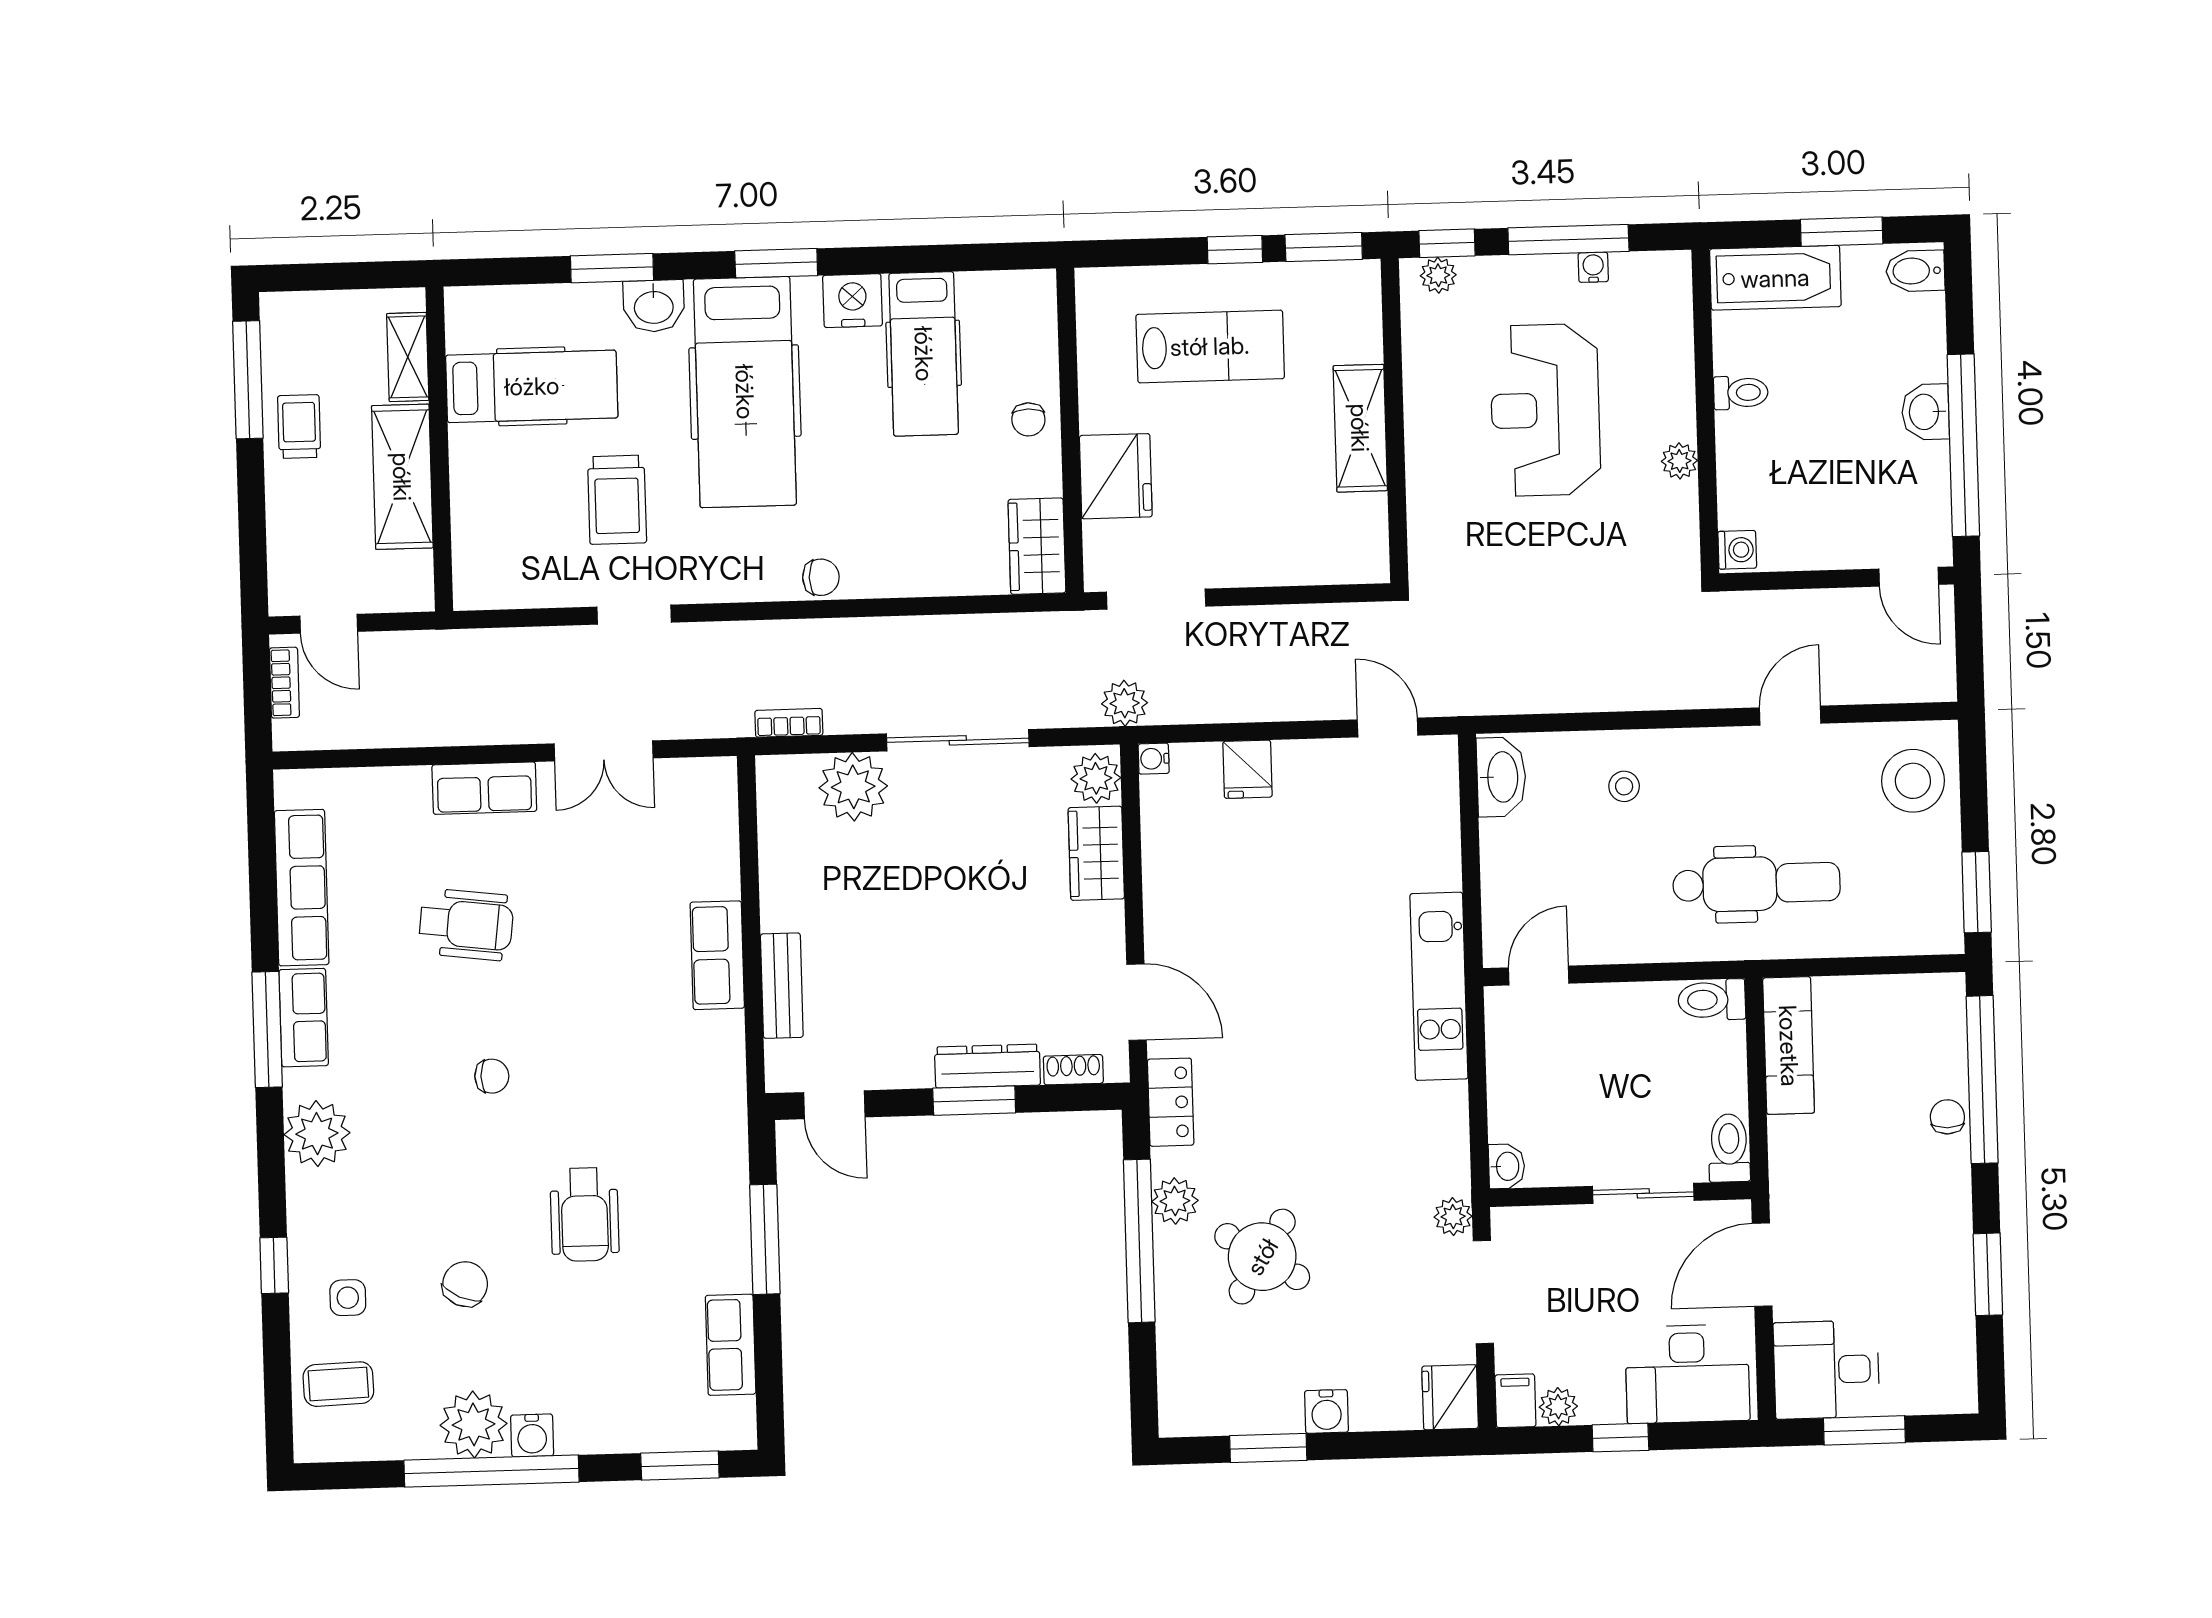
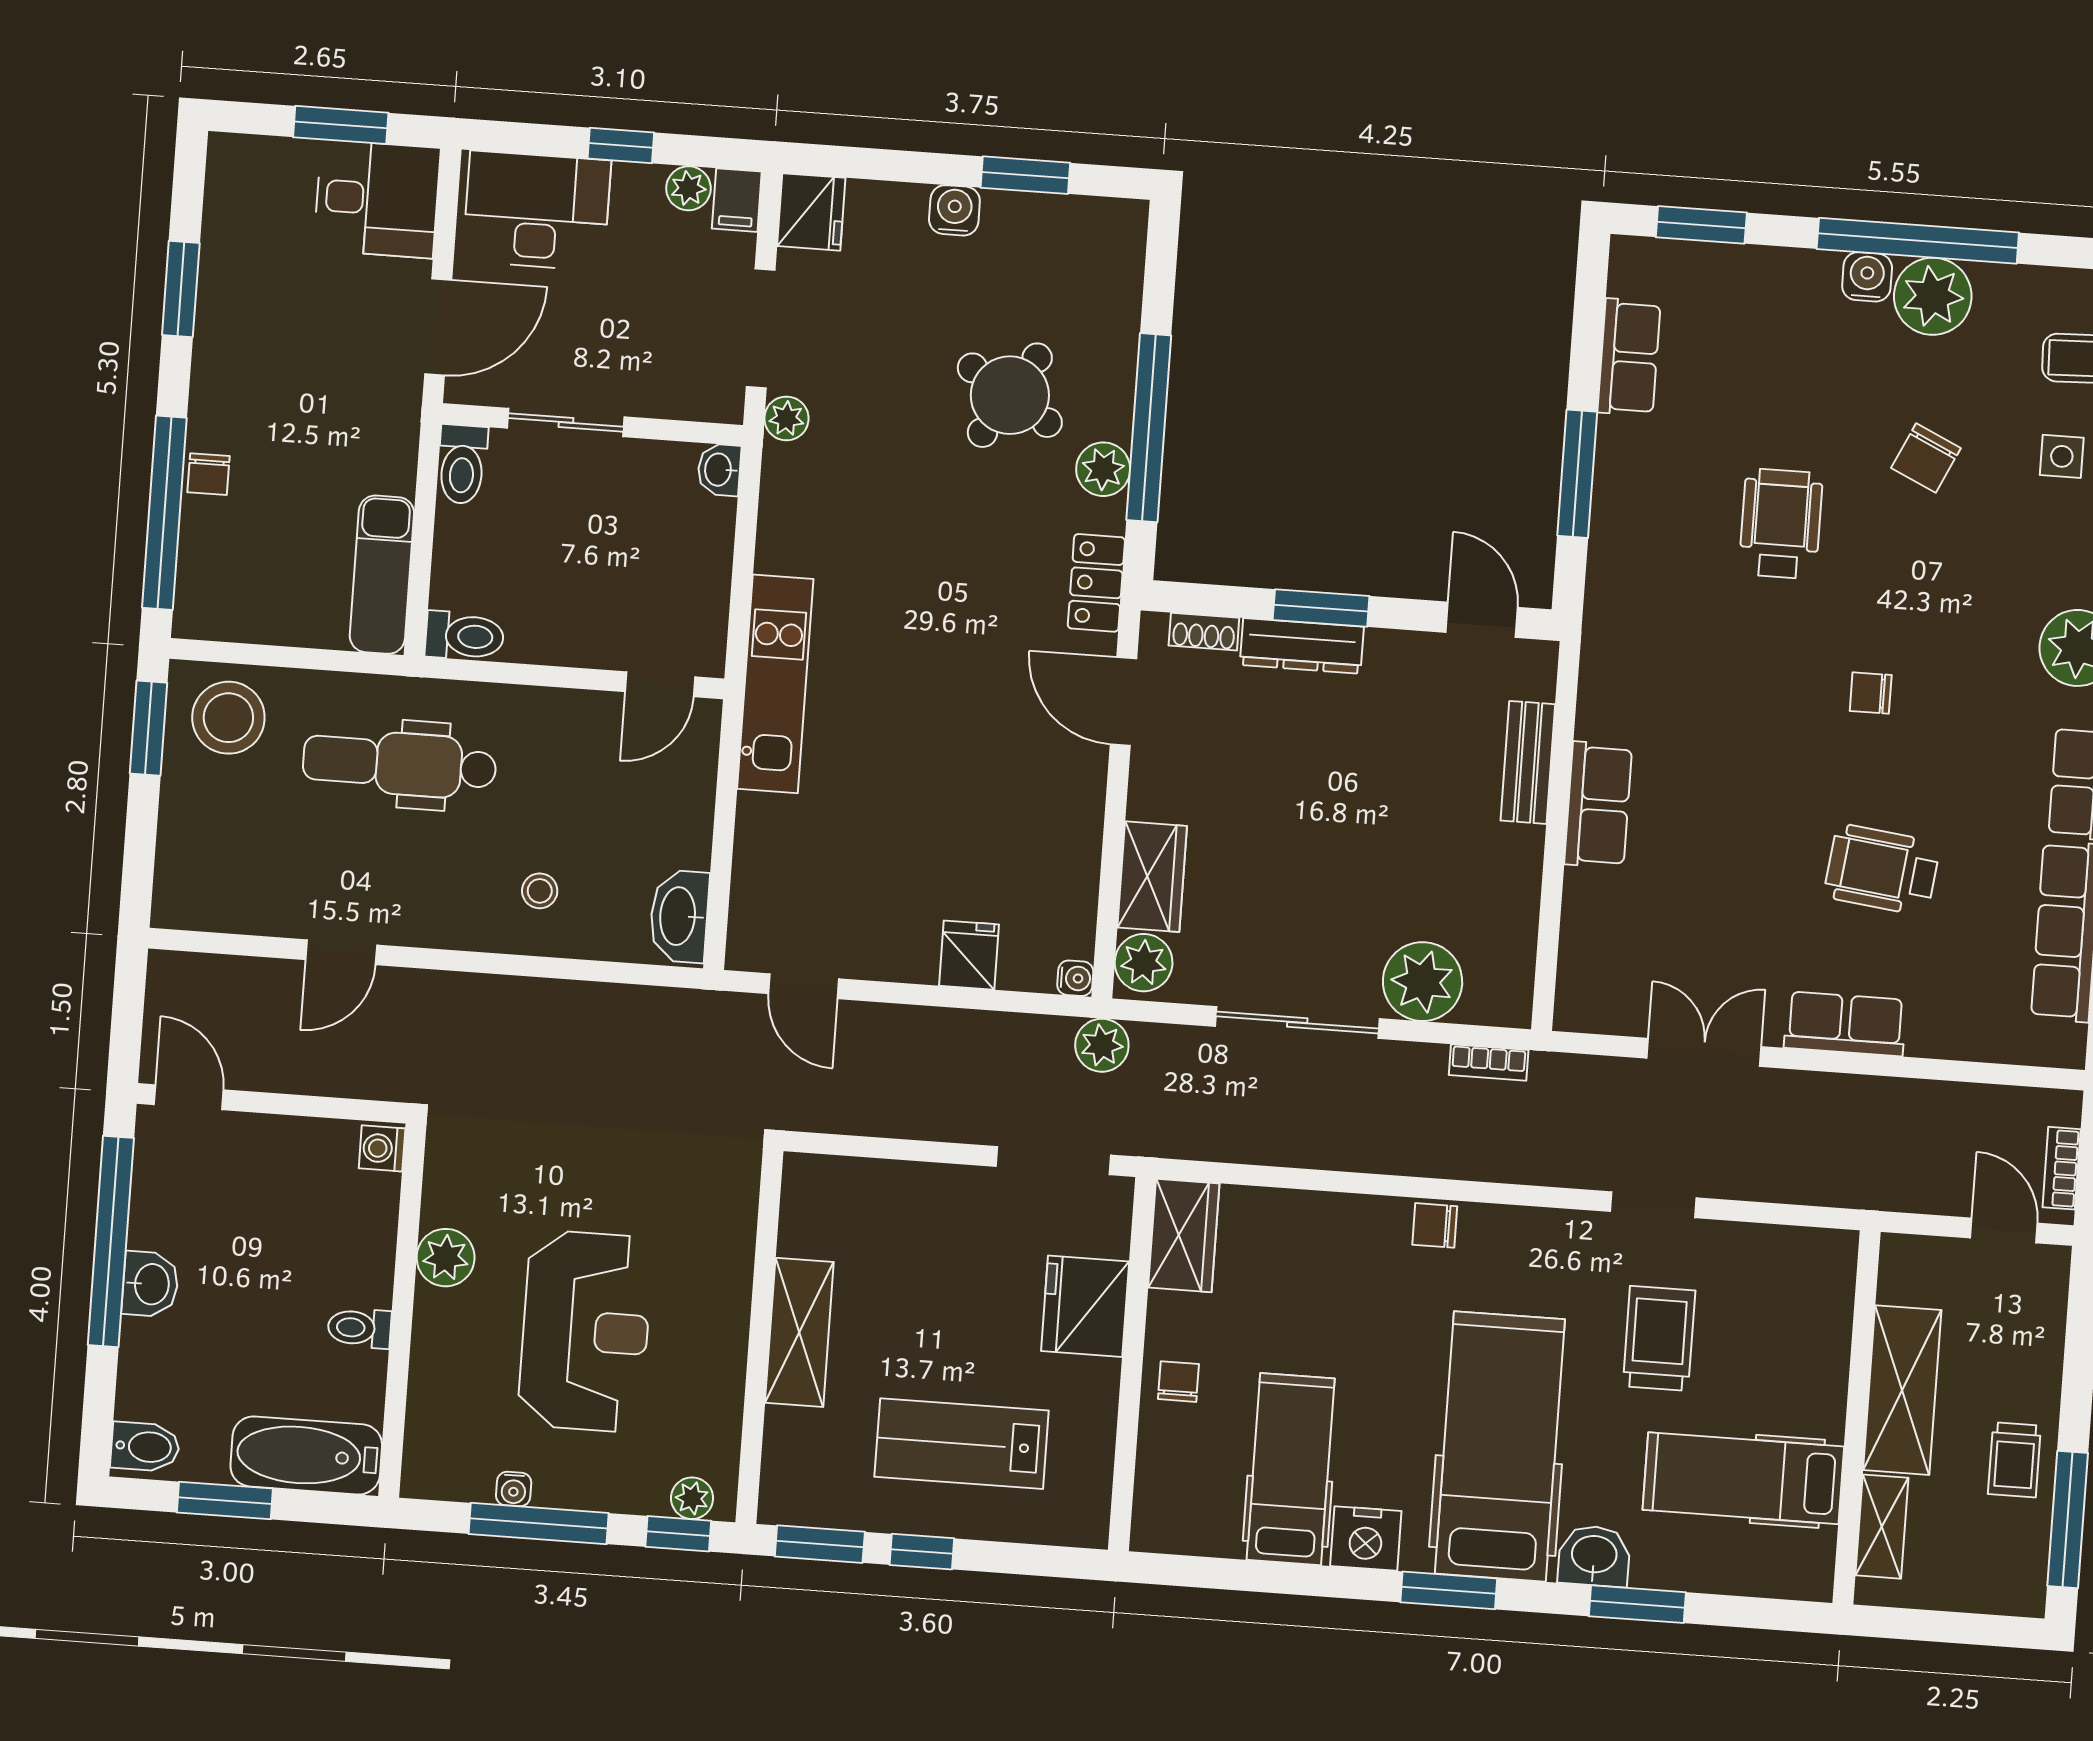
plant: (1679, 461) -> (446, 1258), width x1.38, depth x1.38
stool: (1913, 781) -> (228, 718), moved

